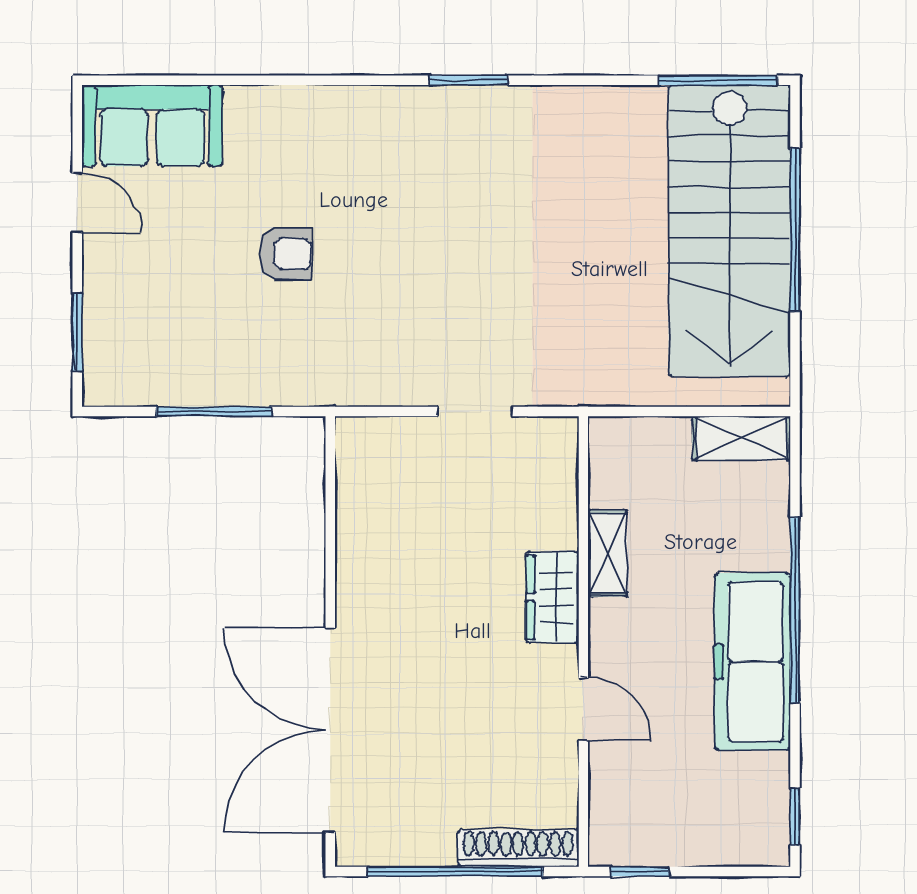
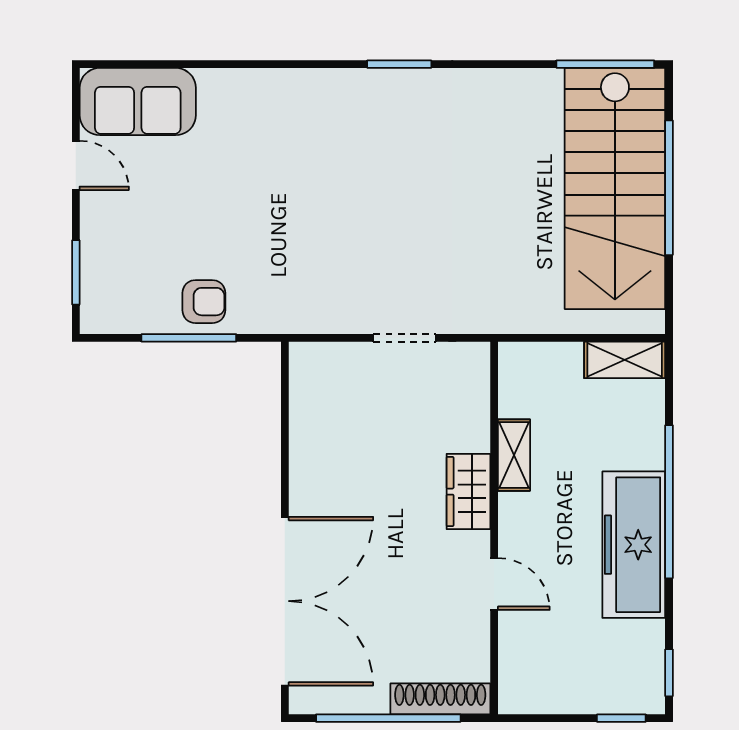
armchair: (285, 254) -> (204, 302), moved
double door: (330, 730) -> (285, 601), swing flipped
window: (640, 872) -> (621, 718), moved

